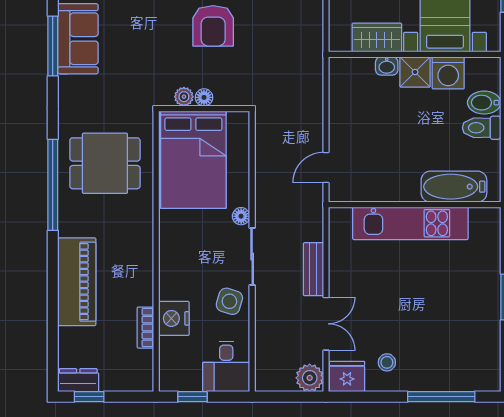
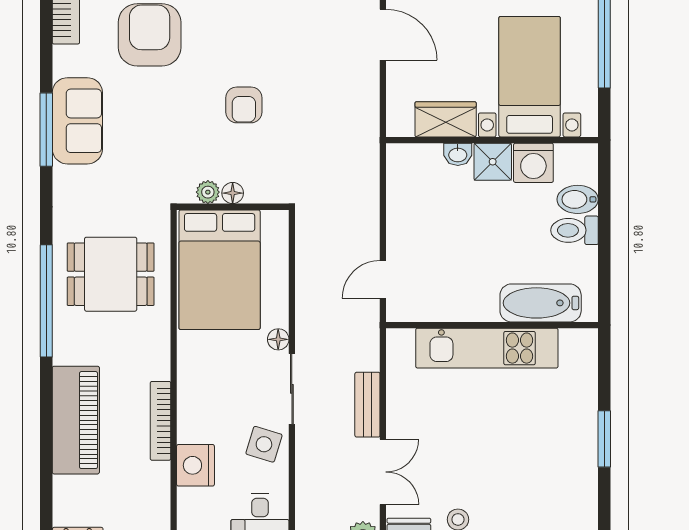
armchair: (213, 26) -> (244, 105), width x0.72, depth x0.72
bookcase: (145, 328) -> (161, 421), moved, width x1.56

